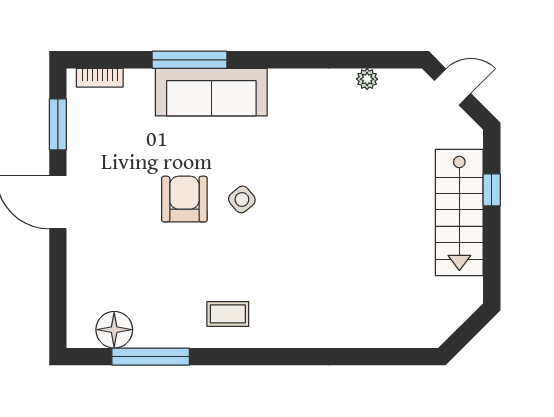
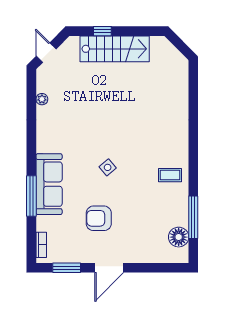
armchair: (184, 199) -> (99, 218), moved
coffee table: (228, 314) -> (170, 175), turned 90

